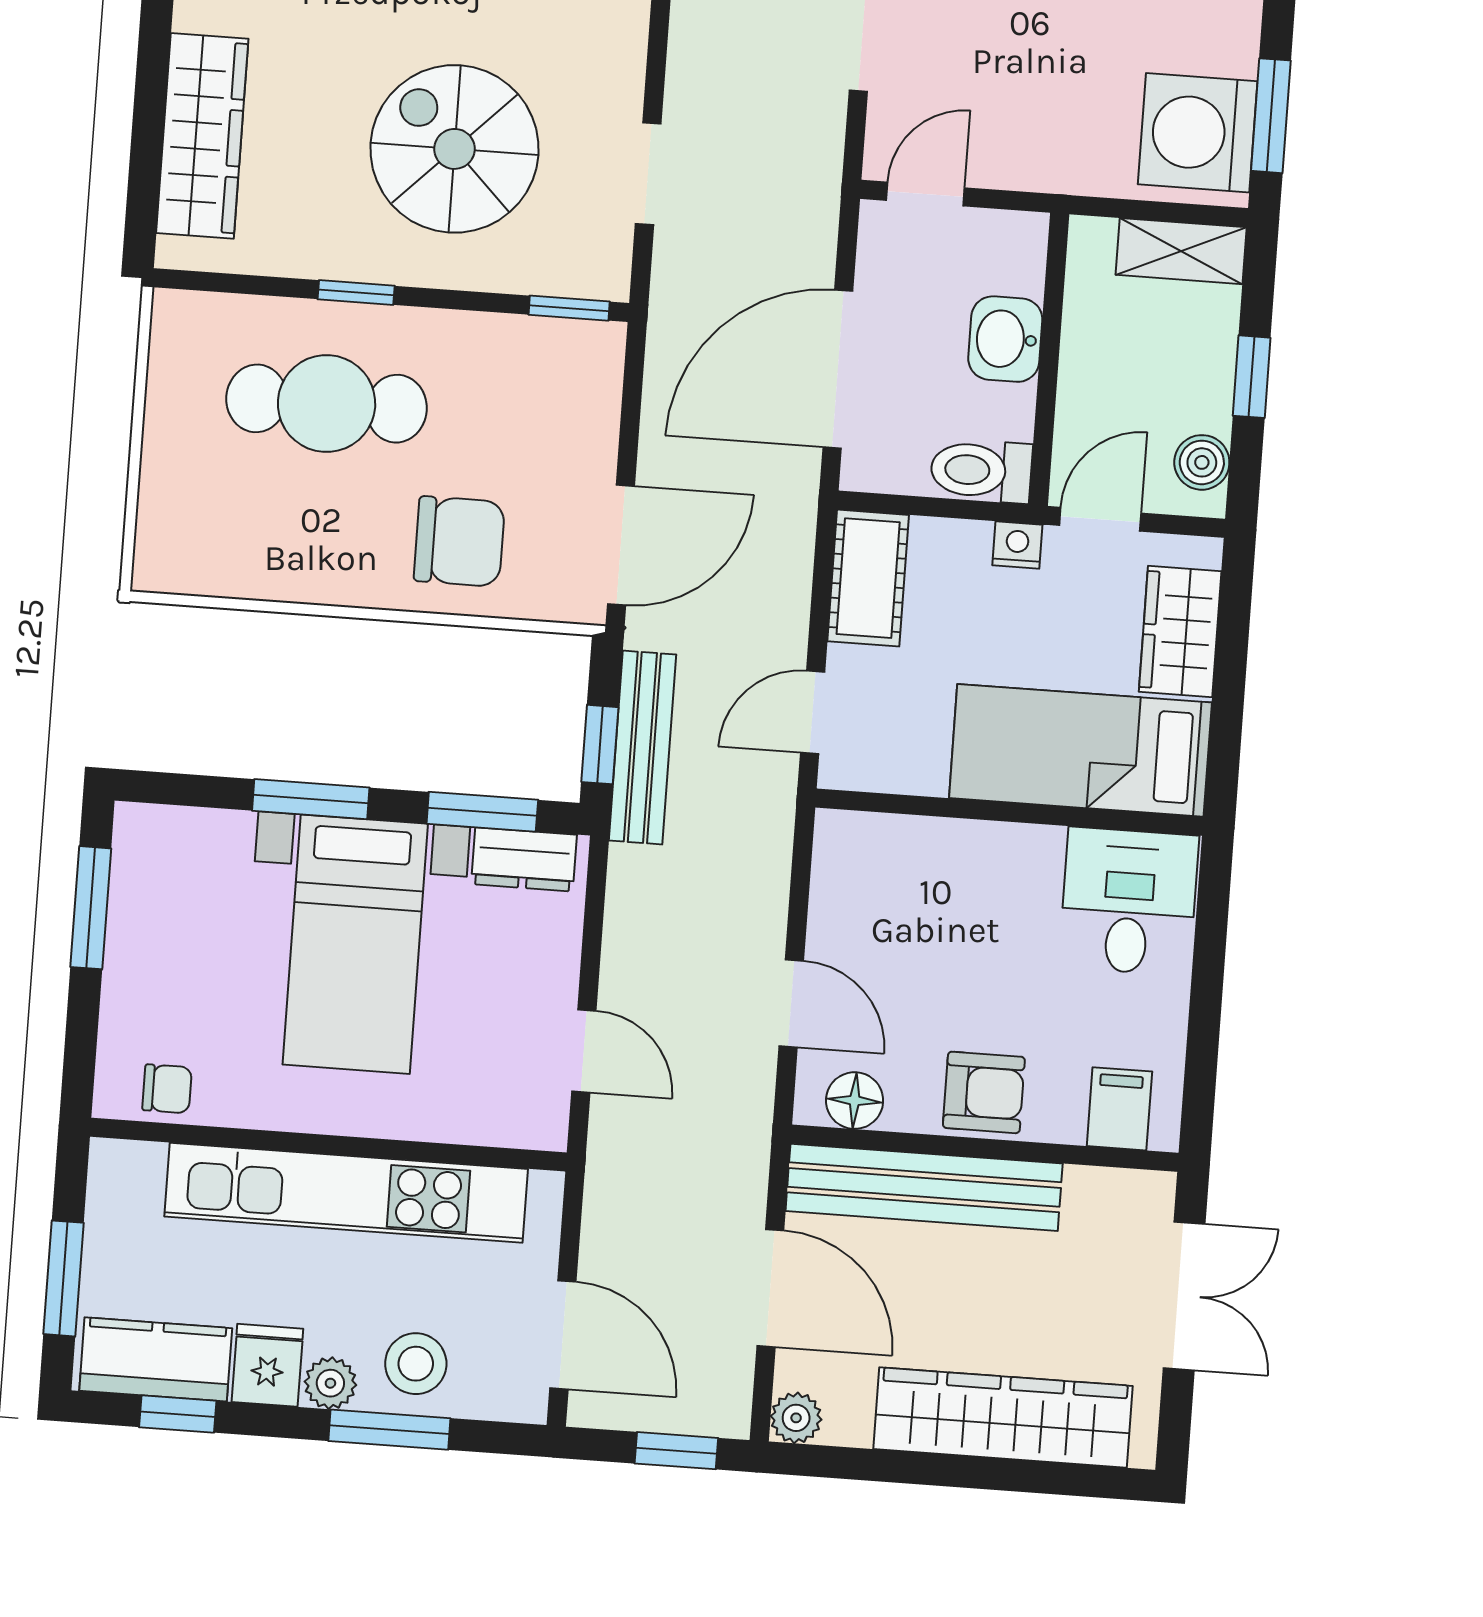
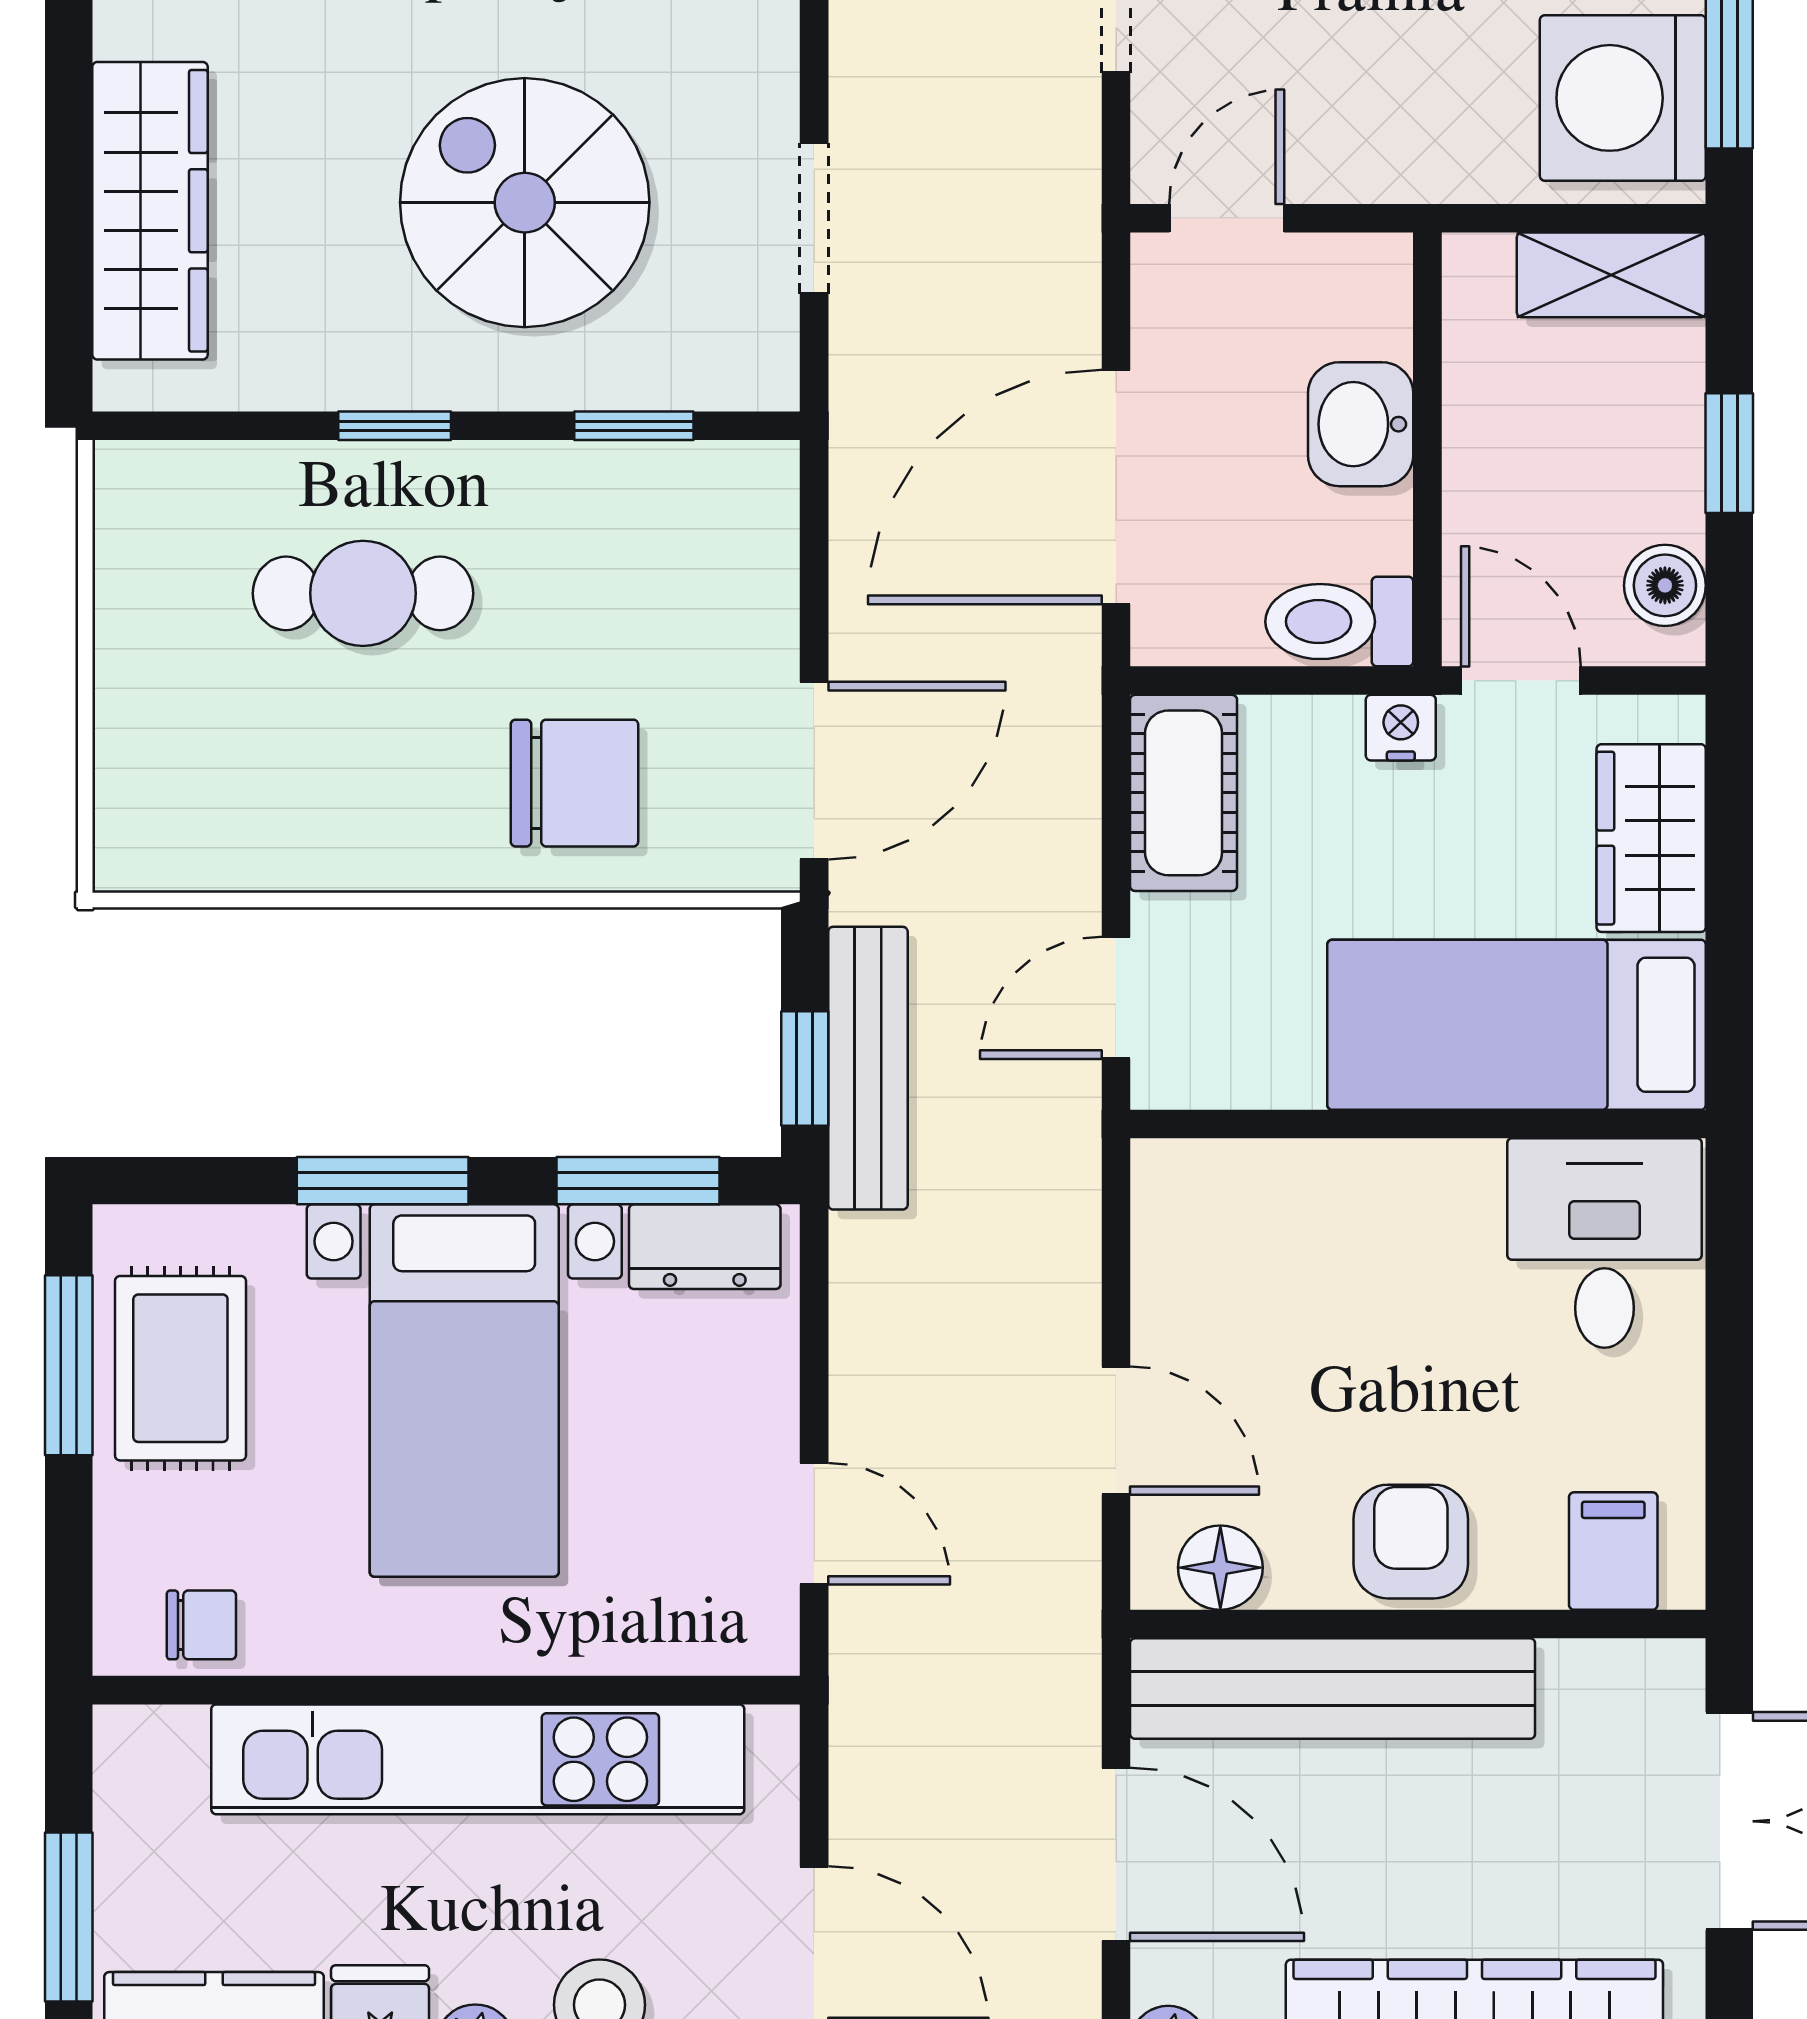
window: (569, 308) -> (634, 426), moved
cafe table: (327, 404) -> (363, 593), width x0.73, depth x0.74
door: (1100, 519) -> (1521, 681), hinge flipped
rug: (166, 915) -> (180, 1368), added
armchair: (984, 1092) -> (1411, 1542), turned -90

